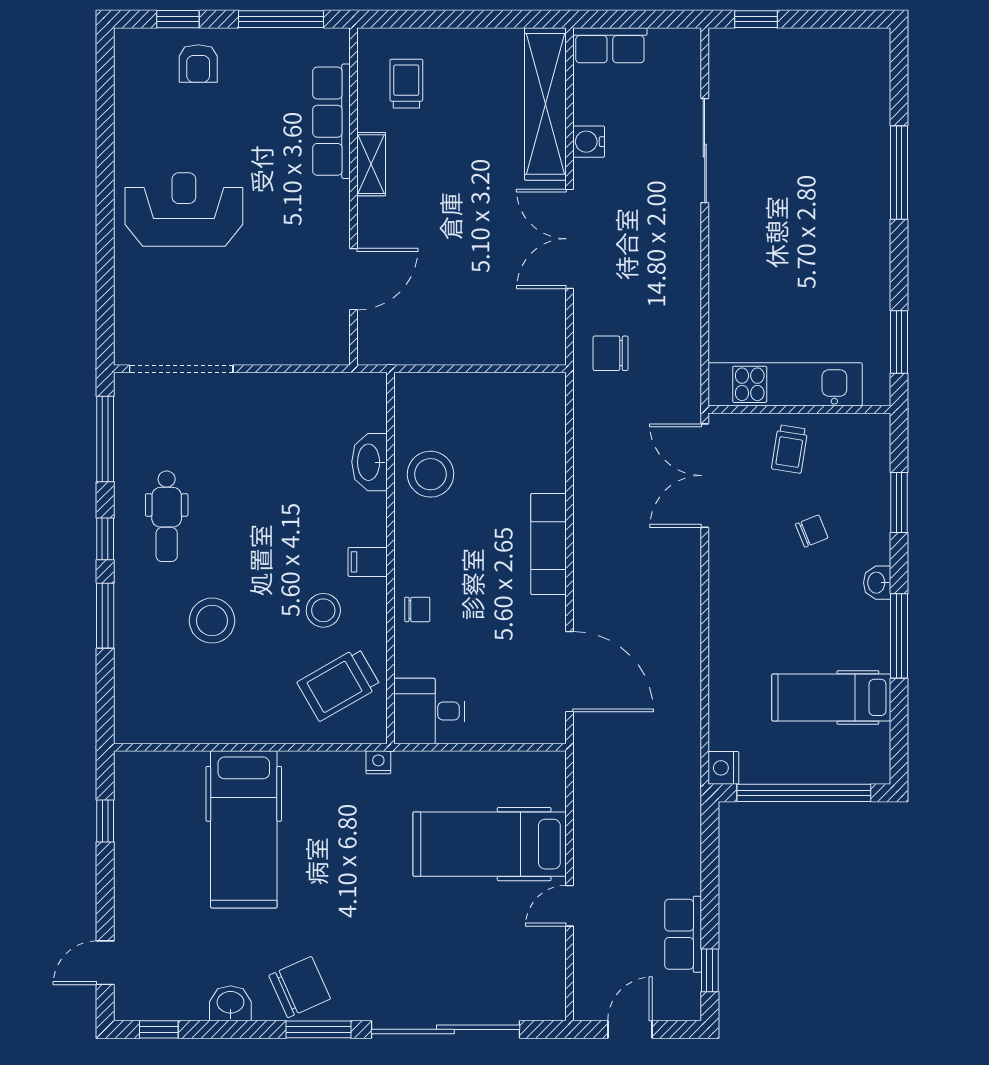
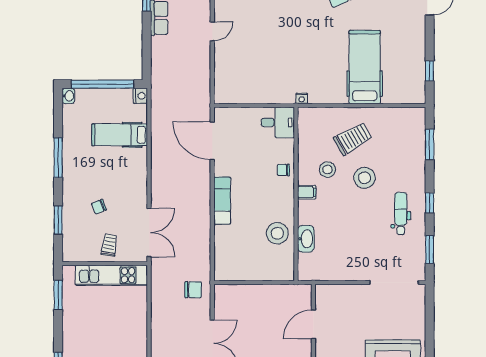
window: (105, 439) -> (430, 250), width x0.69
washbasin: (877, 583) -> (68, 96), moved
window: (105, 616) -> (430, 144), moved
stool: (212, 621) -> (365, 178), moved
trolley: (339, 684) -> (353, 139), moved
hospital bed: (831, 697) -> (120, 135), moved, turned 180
hospital bed: (490, 844) -> (250, 60), removed

